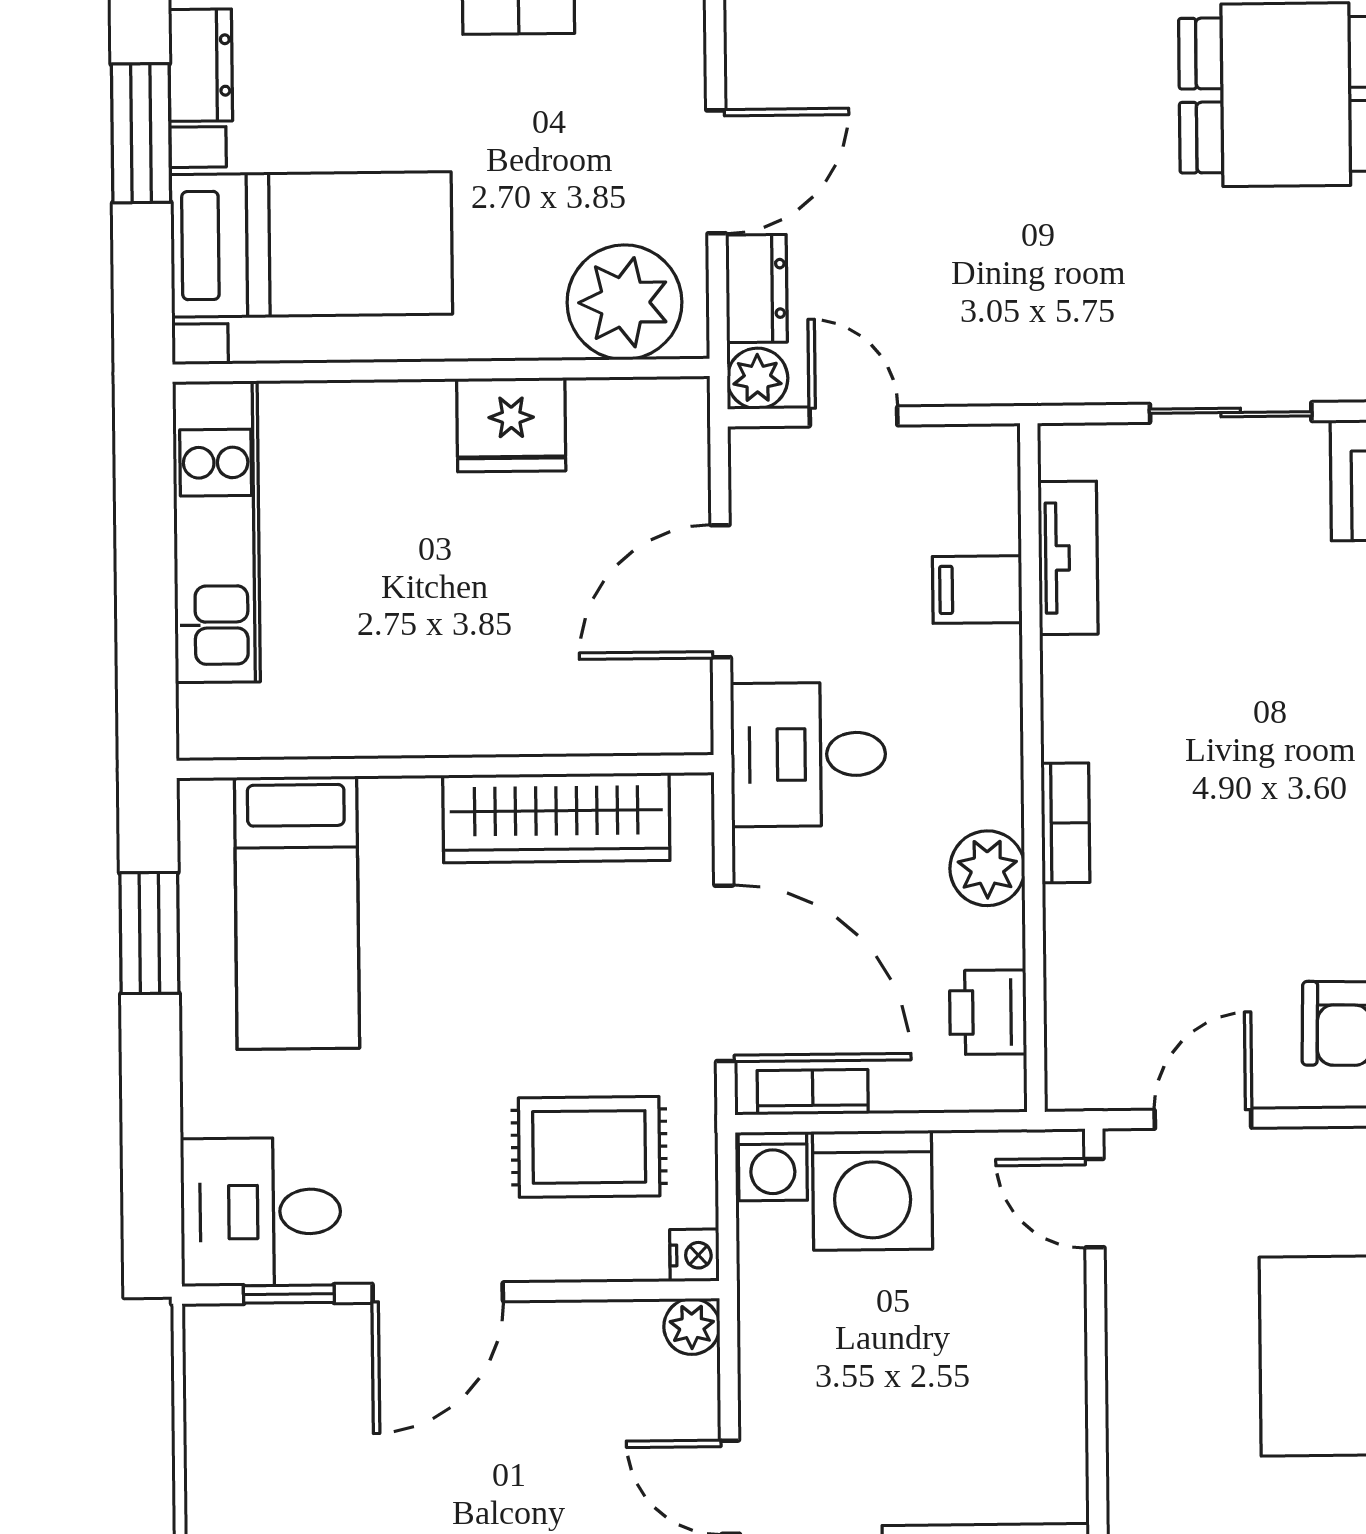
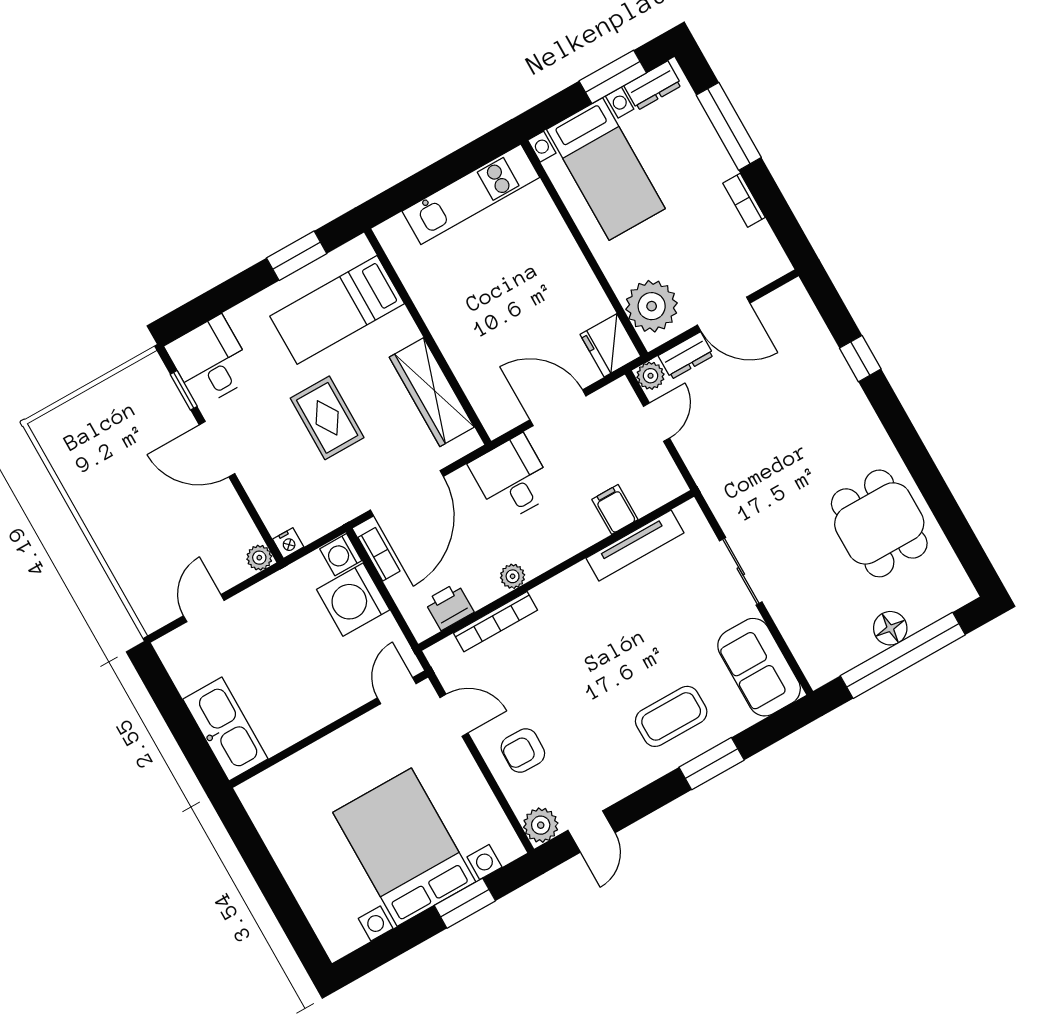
fridge: (511, 425) -> (610, 345), moved
tv unit: (1068, 558) -> (635, 546), width x1.41
bookcase: (1065, 823) -> (496, 622), moved, width x1.56
plant: (987, 868) -> (513, 576), width x0.73, depth x0.73
rug: (589, 1147) -> (327, 418), moved

